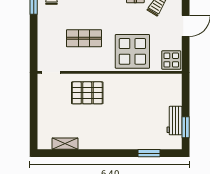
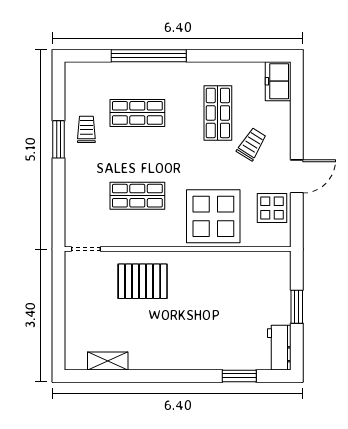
display table: (171, 60) -> (272, 208), moved
workbench: (174, 121) -> (279, 348), moved
window: (186, 127) -> (297, 307), moved

